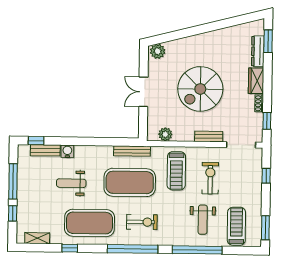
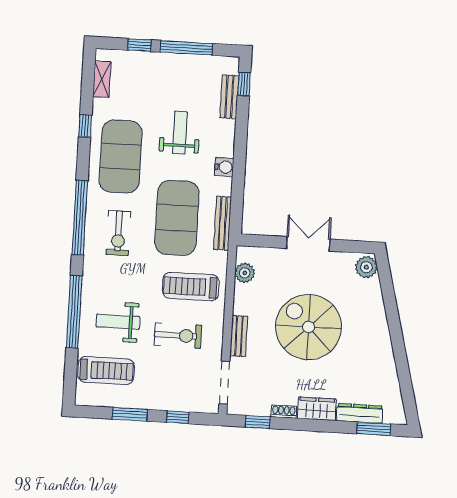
water cooler: (67, 151) -> (224, 167), moved
window: (265, 228) -> (130, 414), moved

